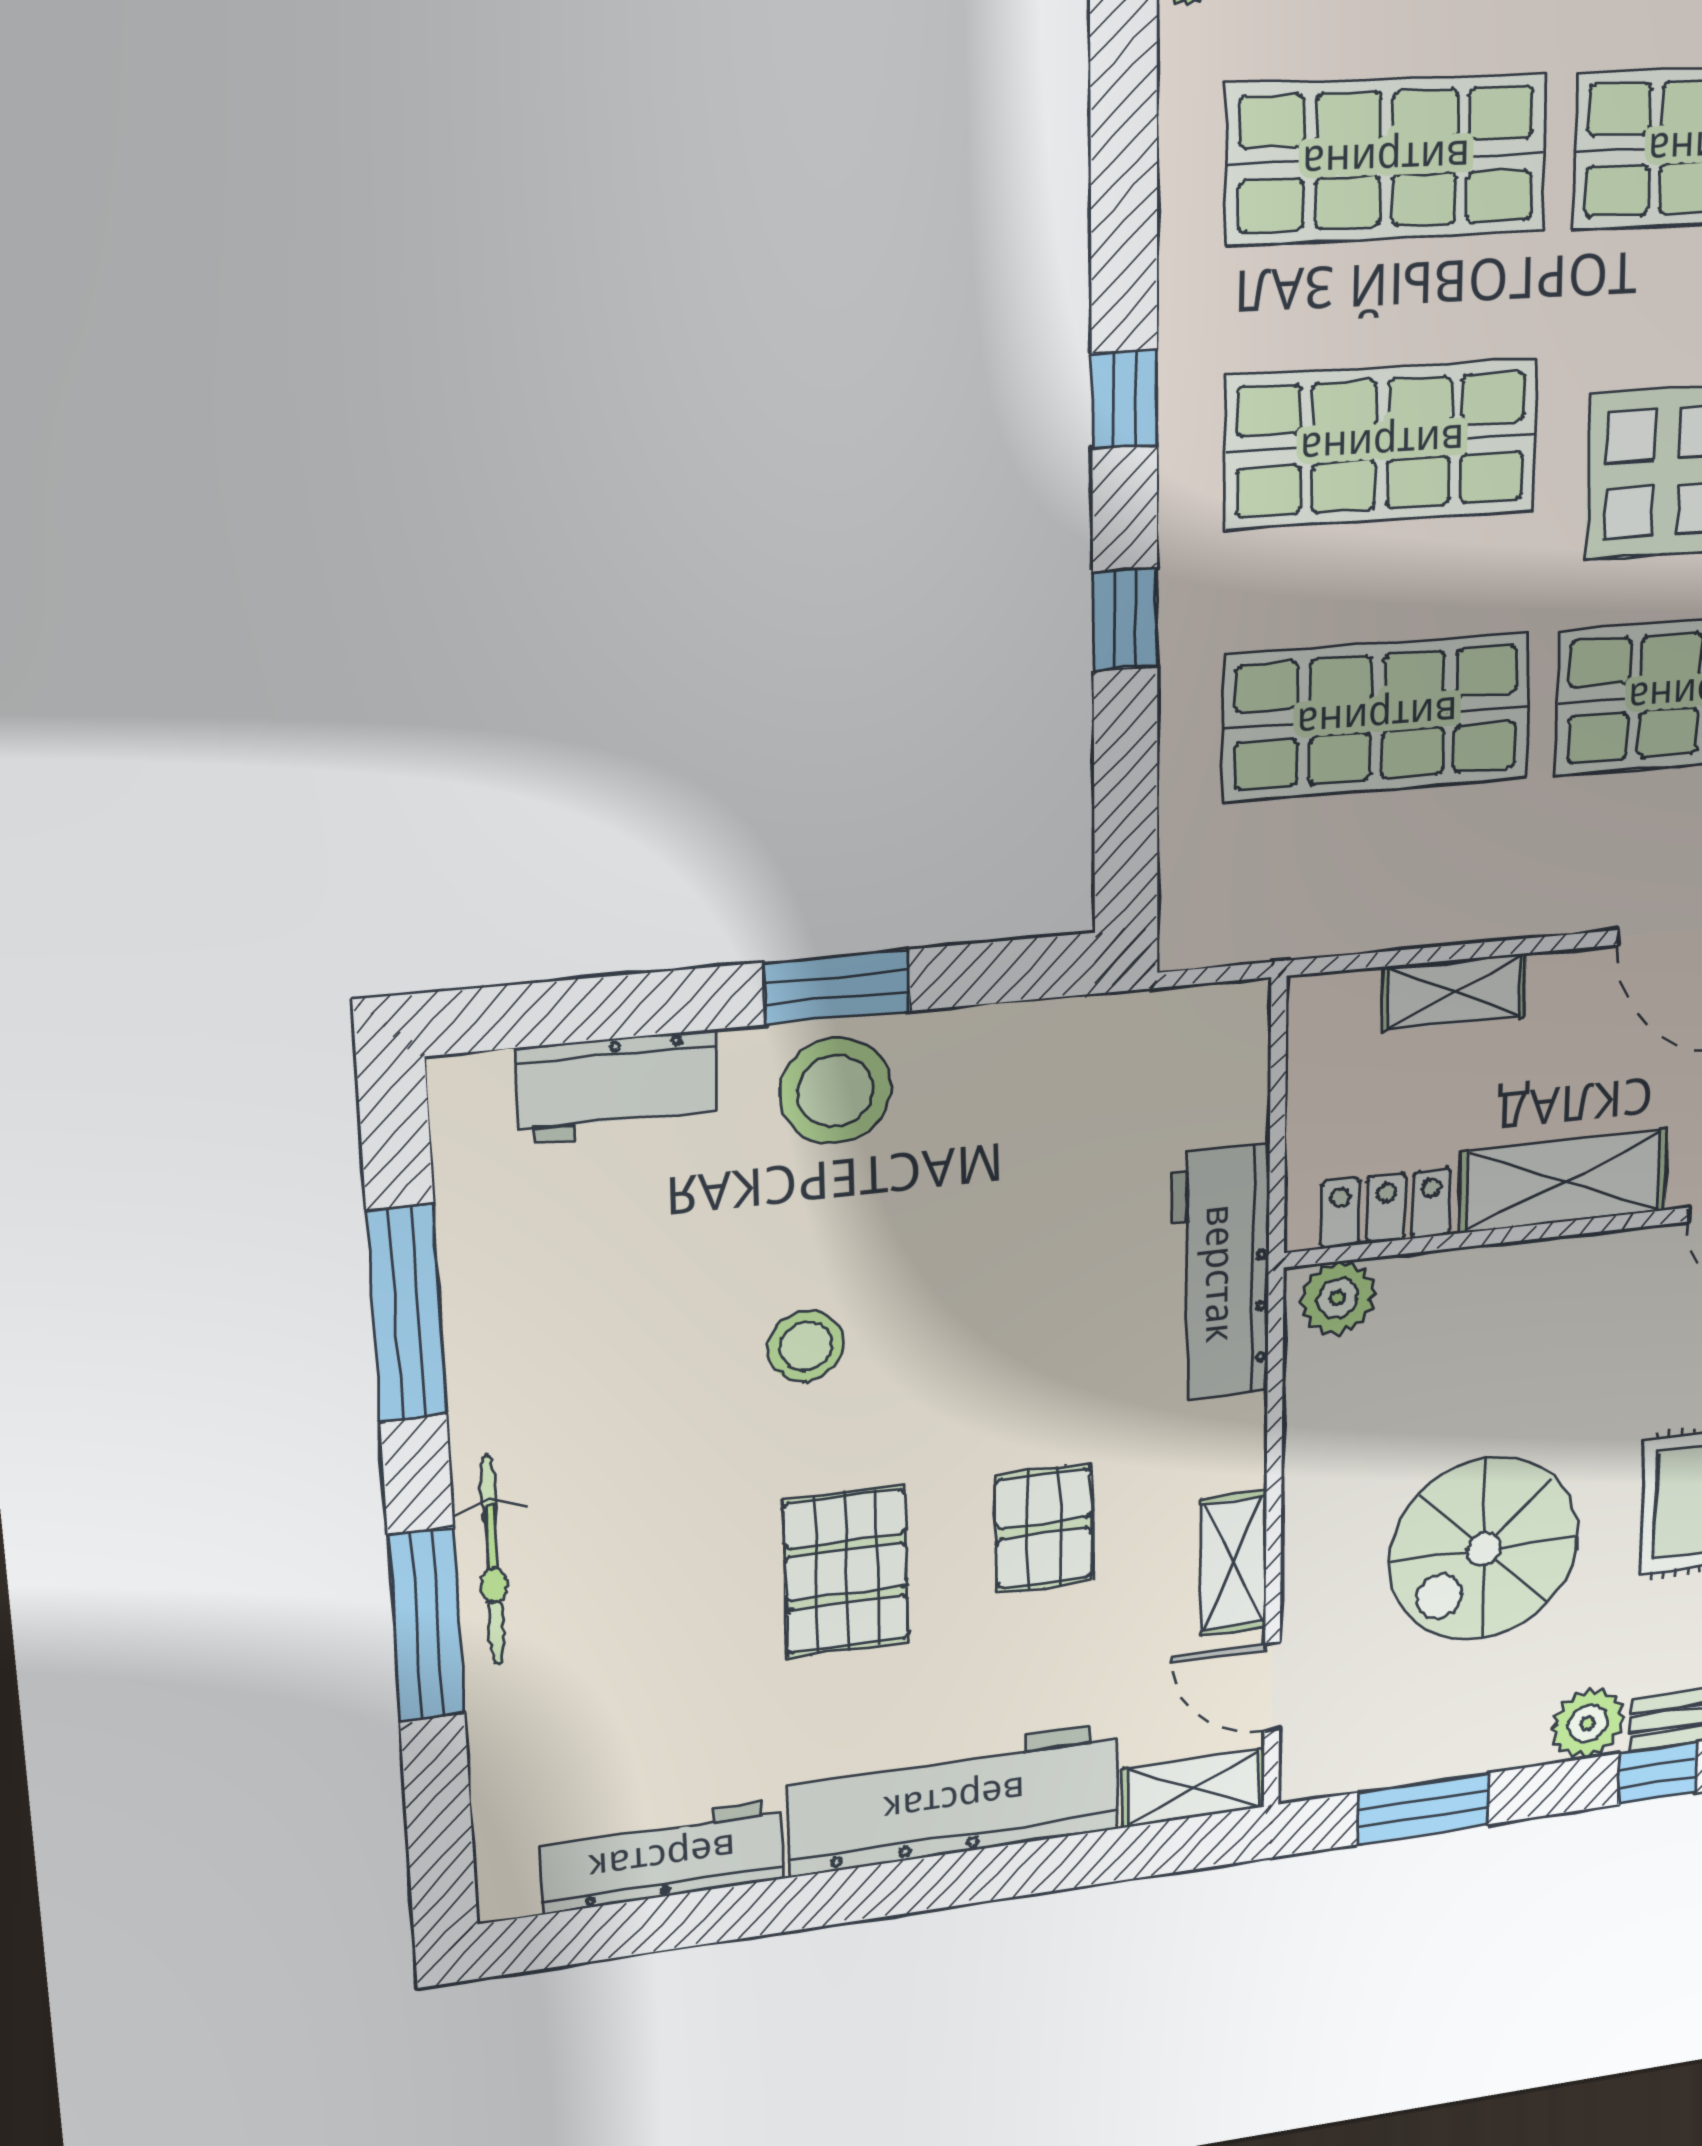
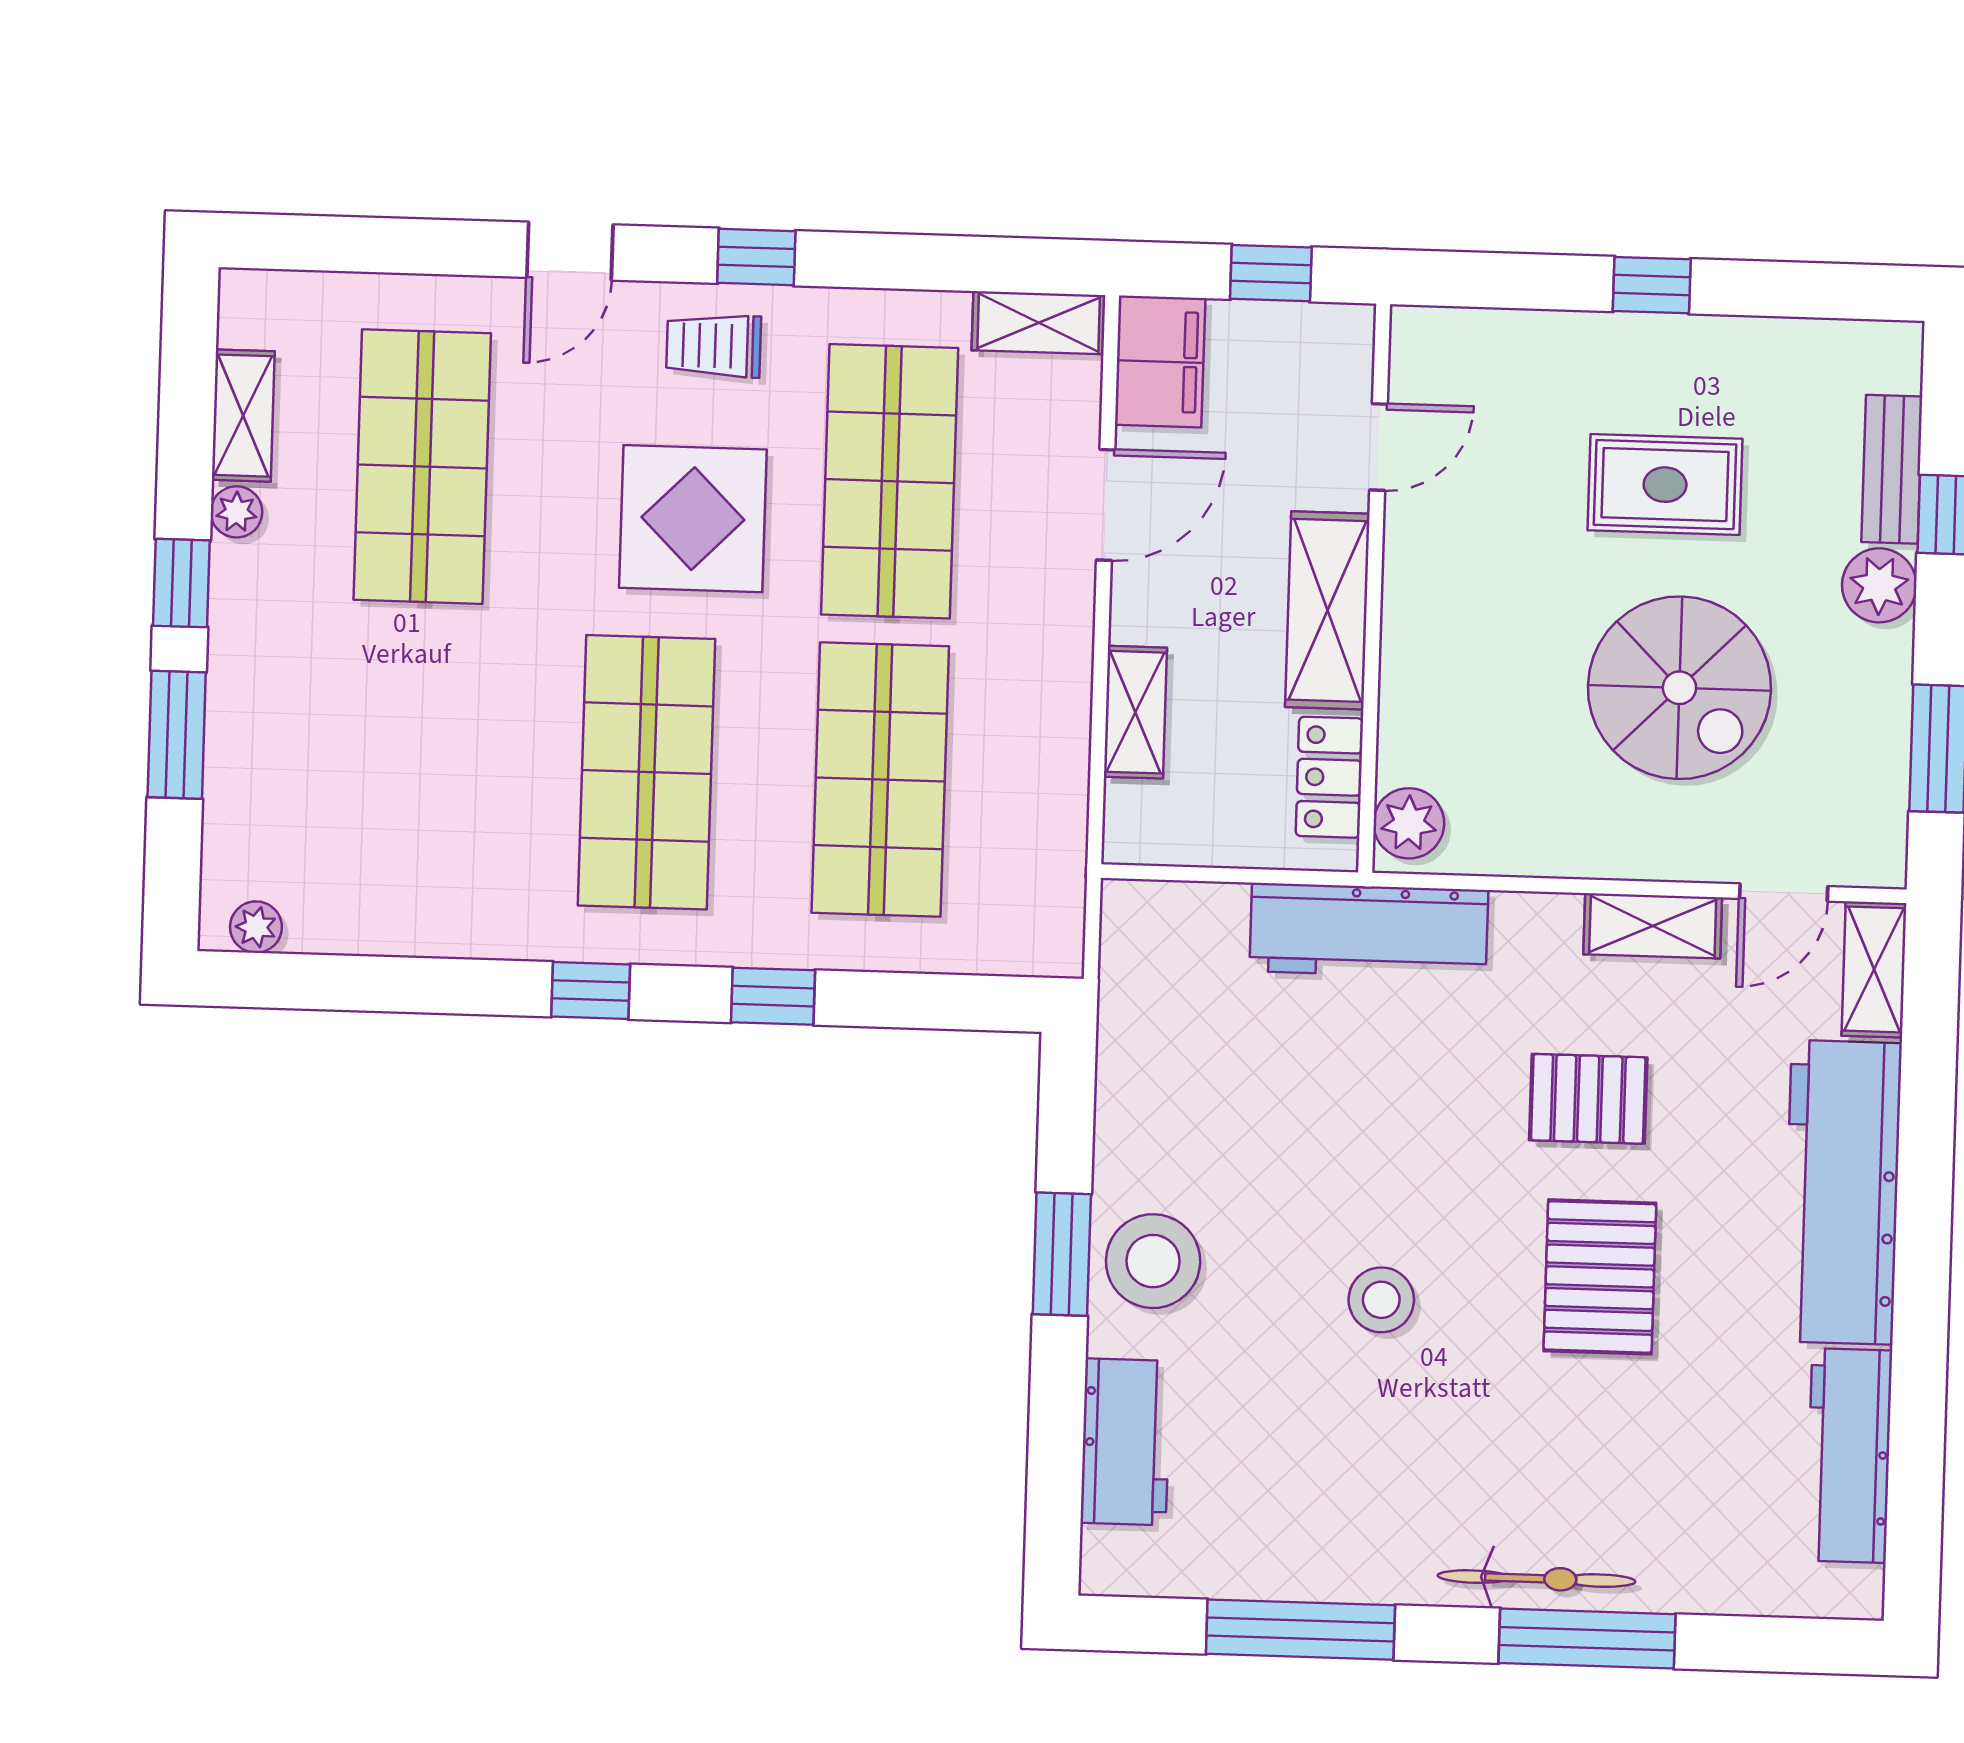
shop shelf: (1386, 159) -> (413, 765), removed
pallet: (846, 1572) -> (1600, 1277), turned 90

